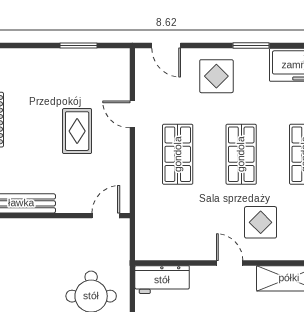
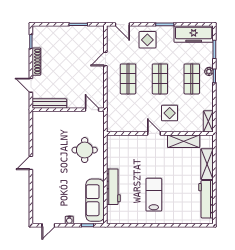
door: (132, 114) -> (105, 59), hinge flipped
rug: (77, 131) -> (78, 67), removed
door: (106, 216) -> (92, 110), hinge flipped
workbench: (162, 280) -> (120, 142), removed

